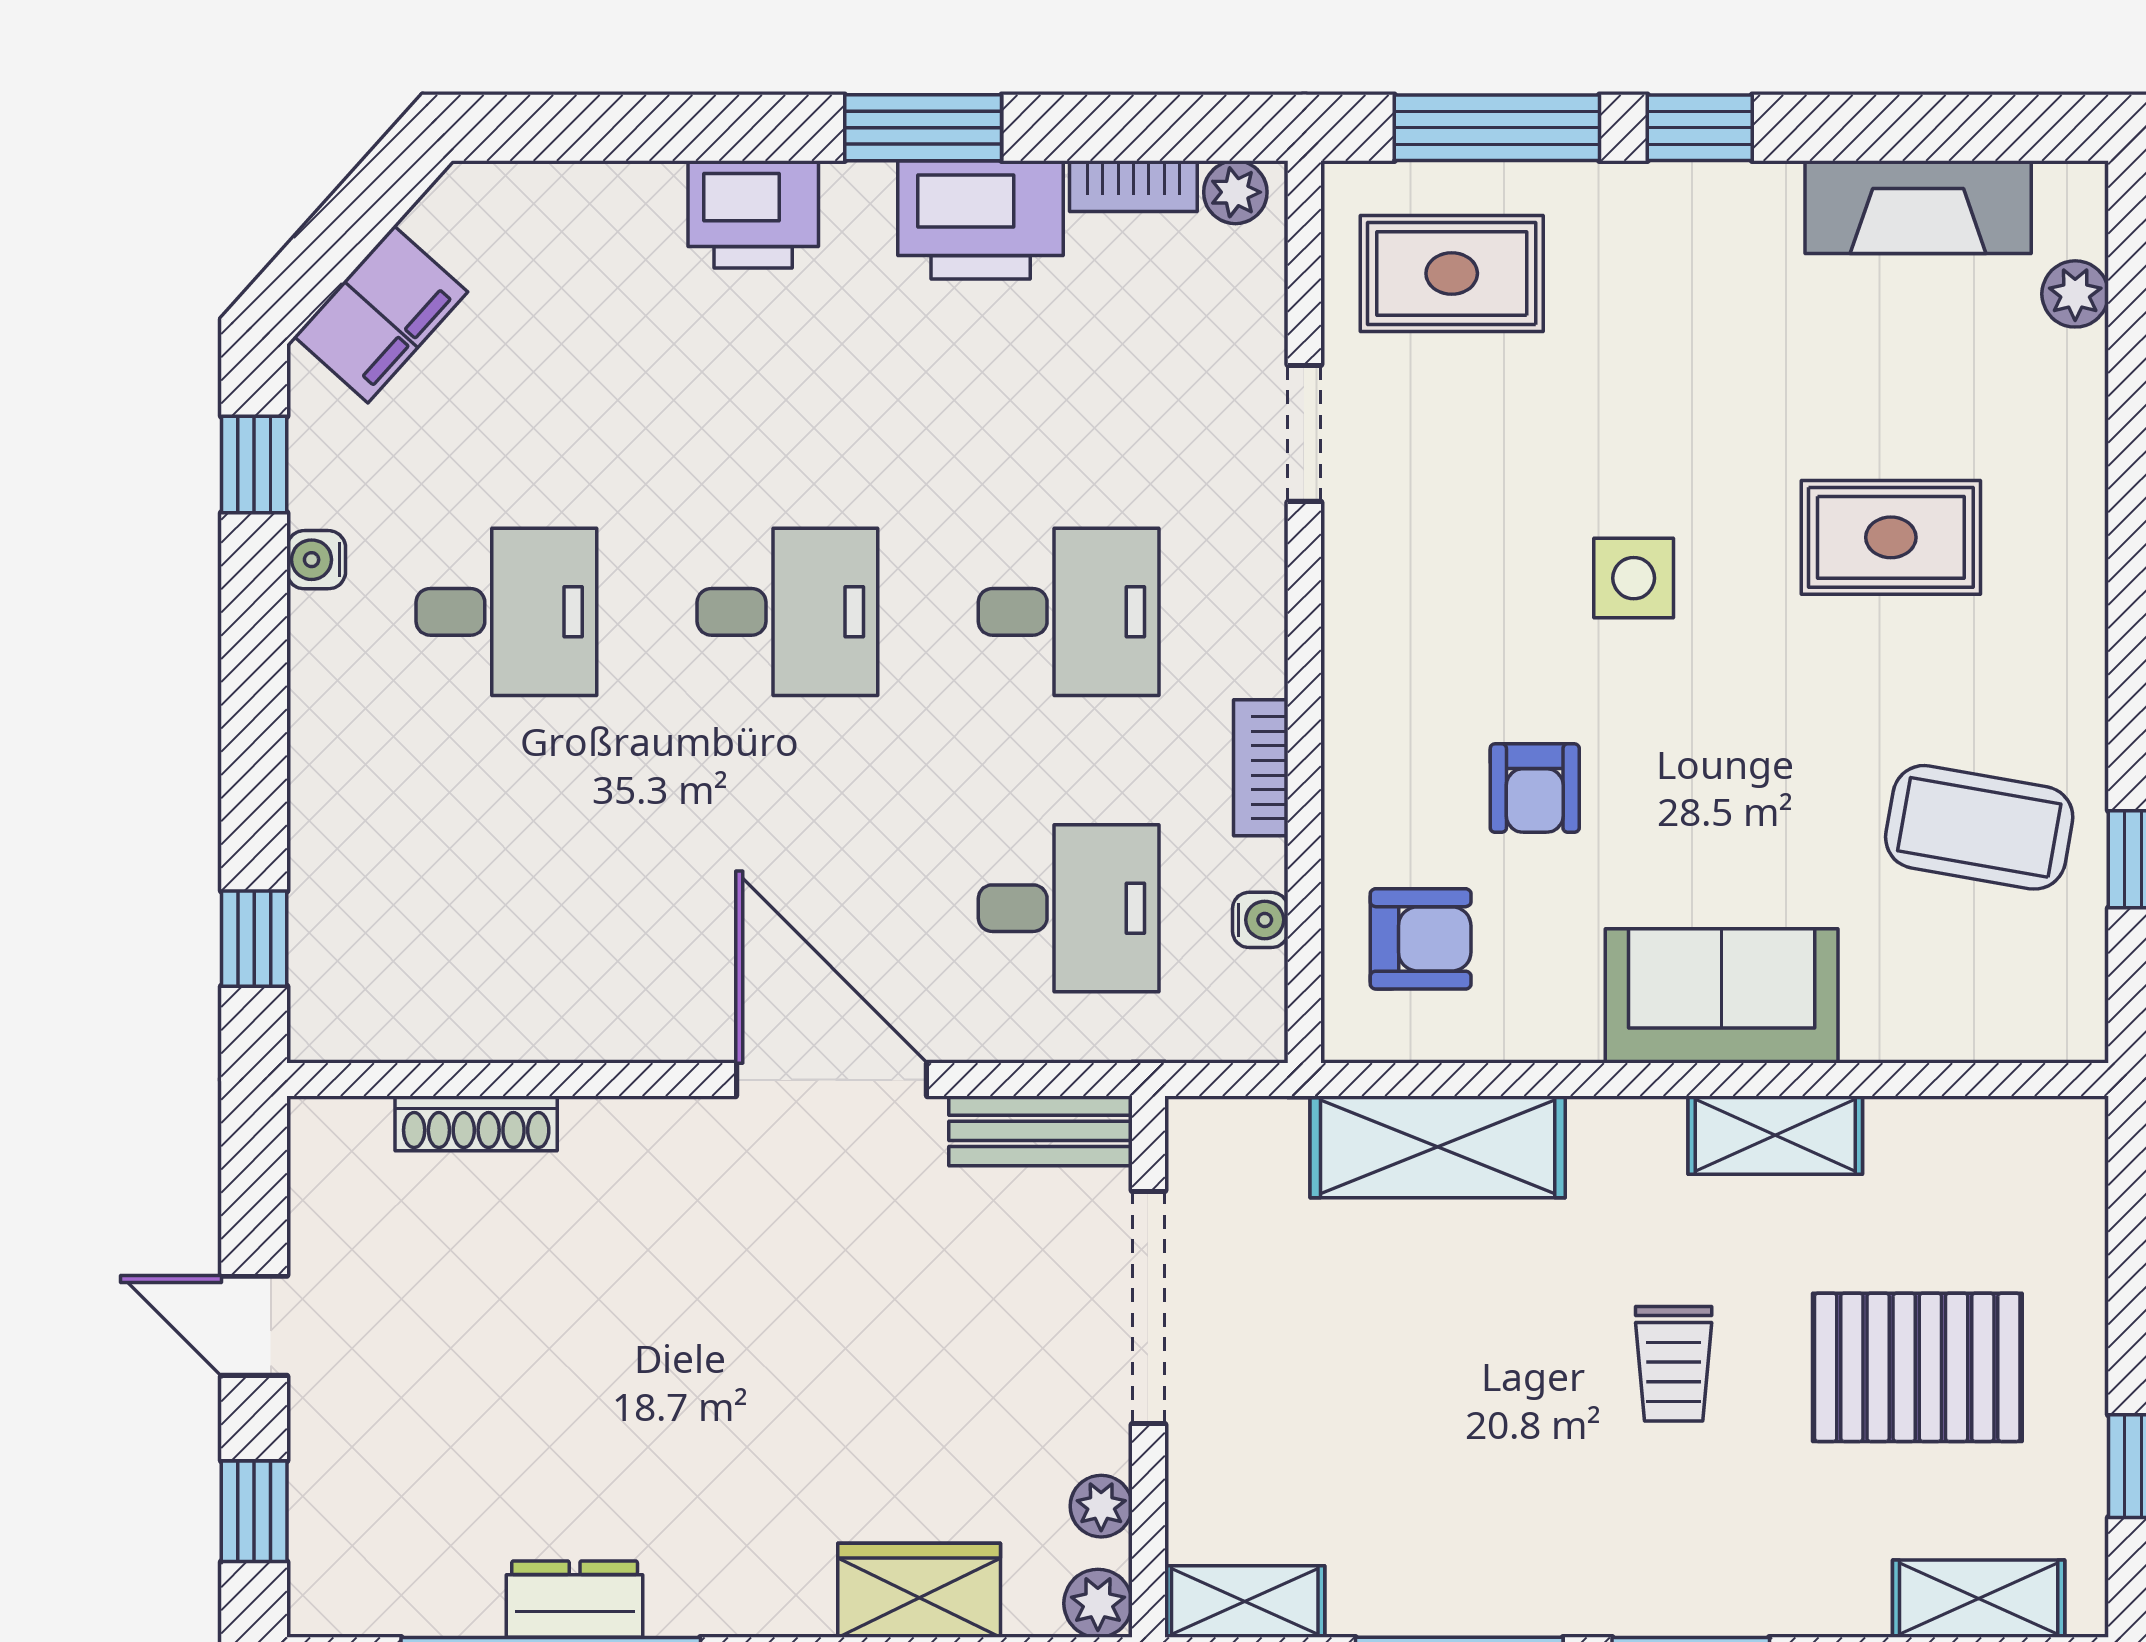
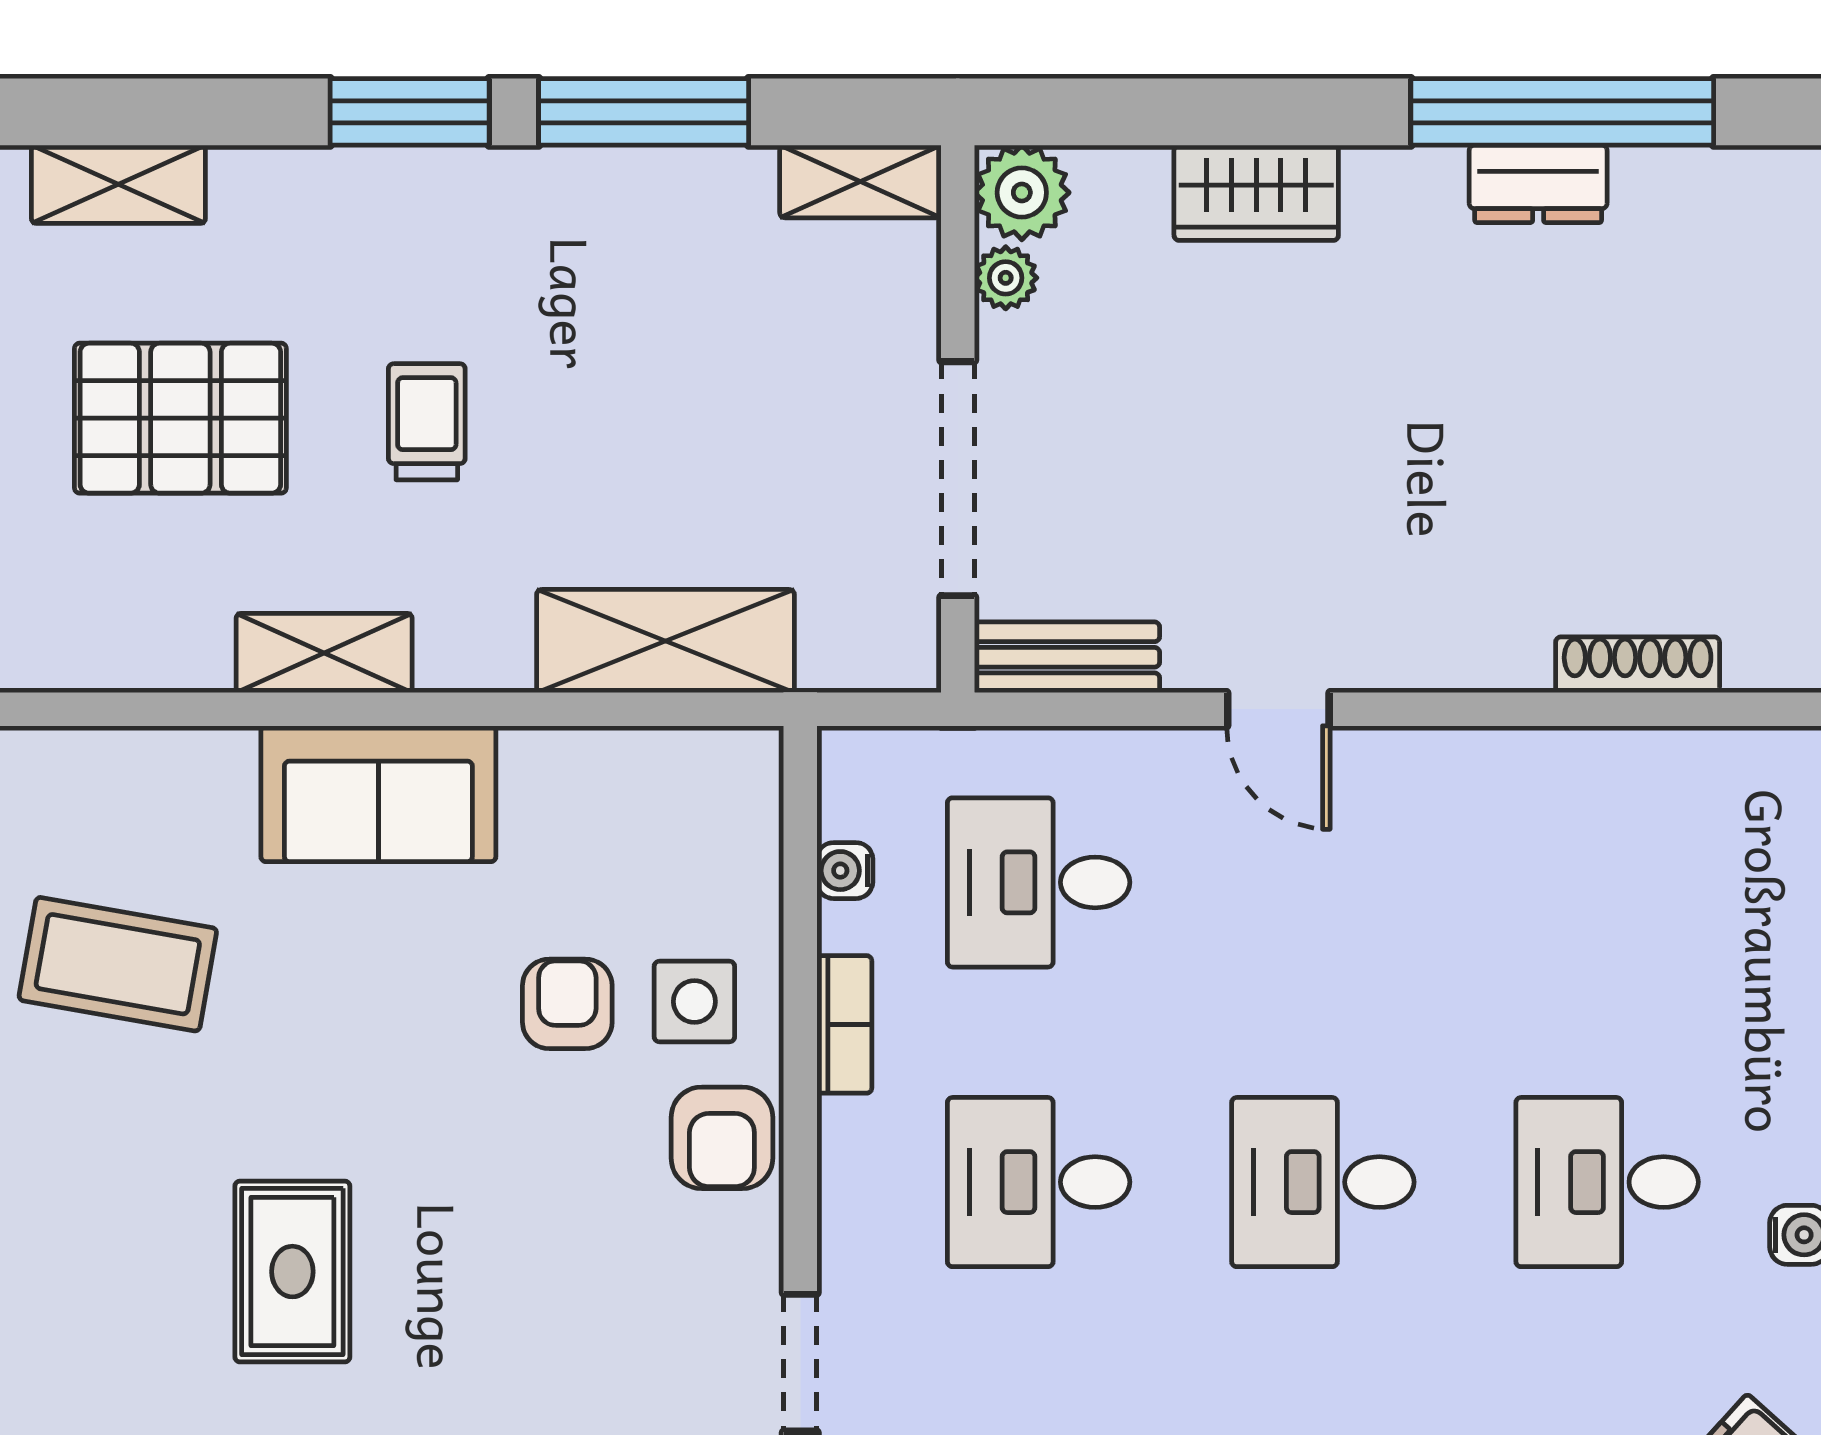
rug: (1891, 537) -> (292, 1272), moved, turned 90
side table: (1634, 578) -> (694, 1002), moved
armchair: (1421, 939) -> (722, 1138), moved, turned -90
door: (832, 1080) -> (1278, 709), width x0.53
wardrobe: (919, 1590) -> (1256, 193), moved
plant: (1098, 1603) -> (1022, 193), width x1.38, depth x1.38

